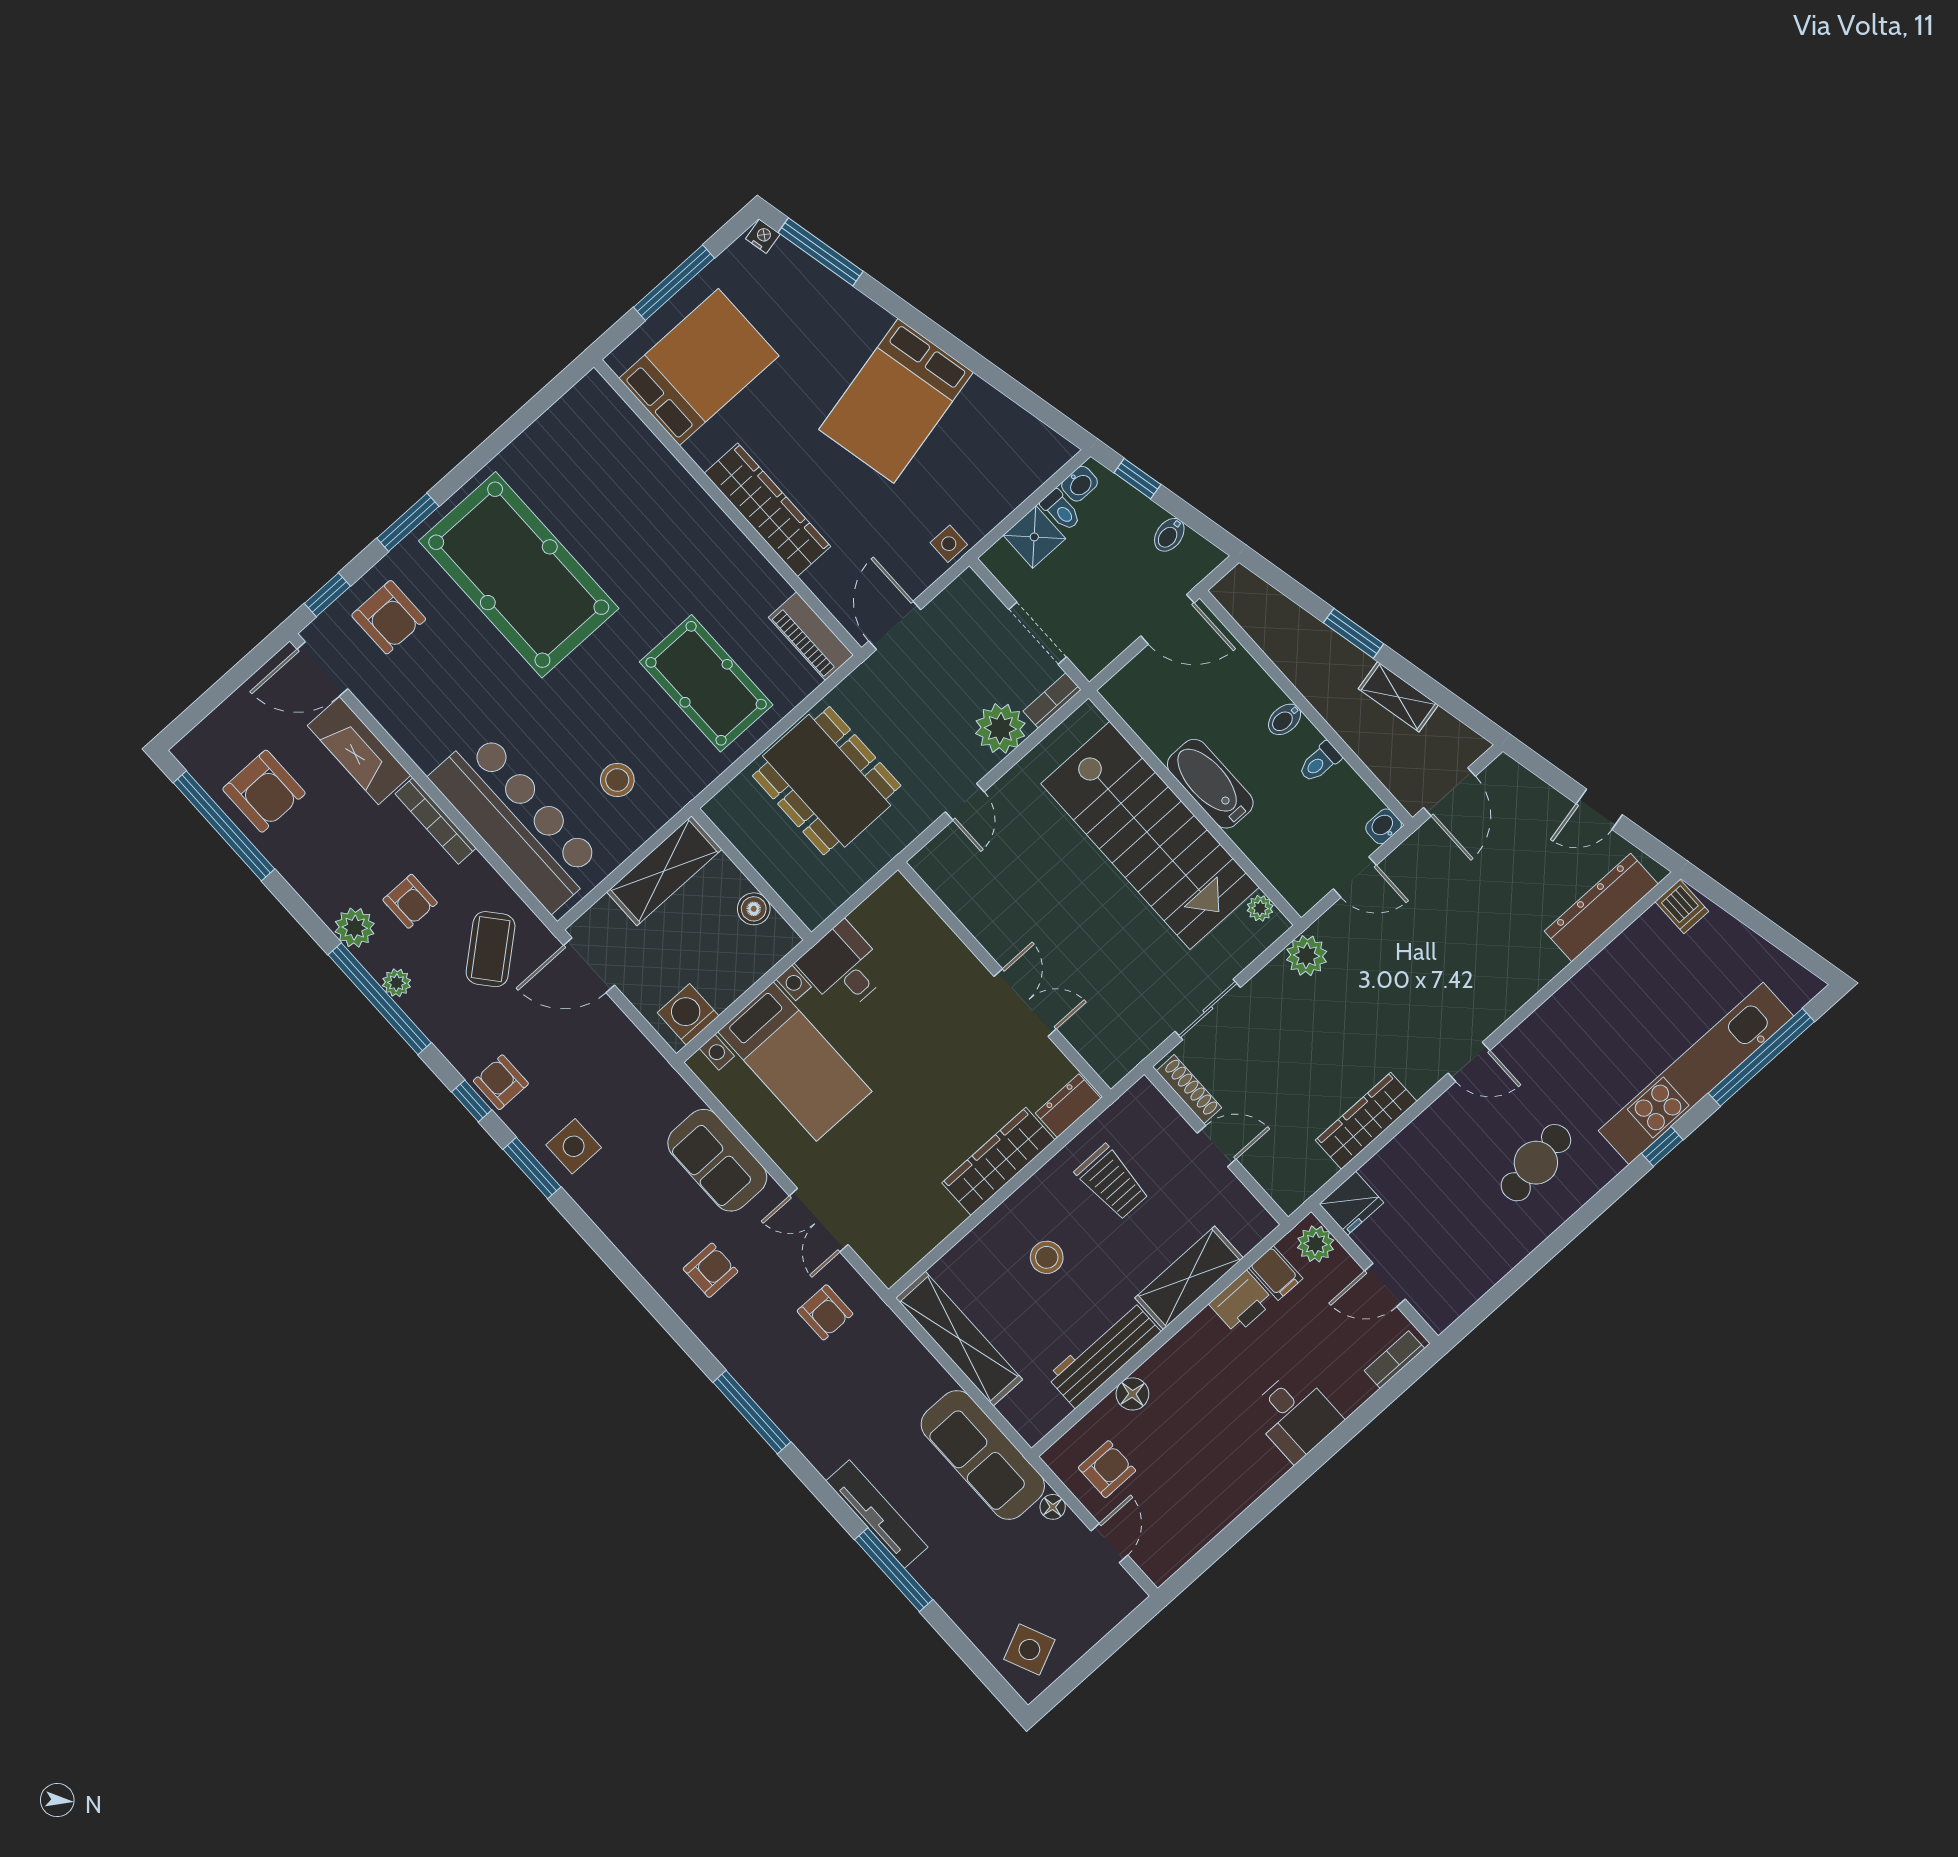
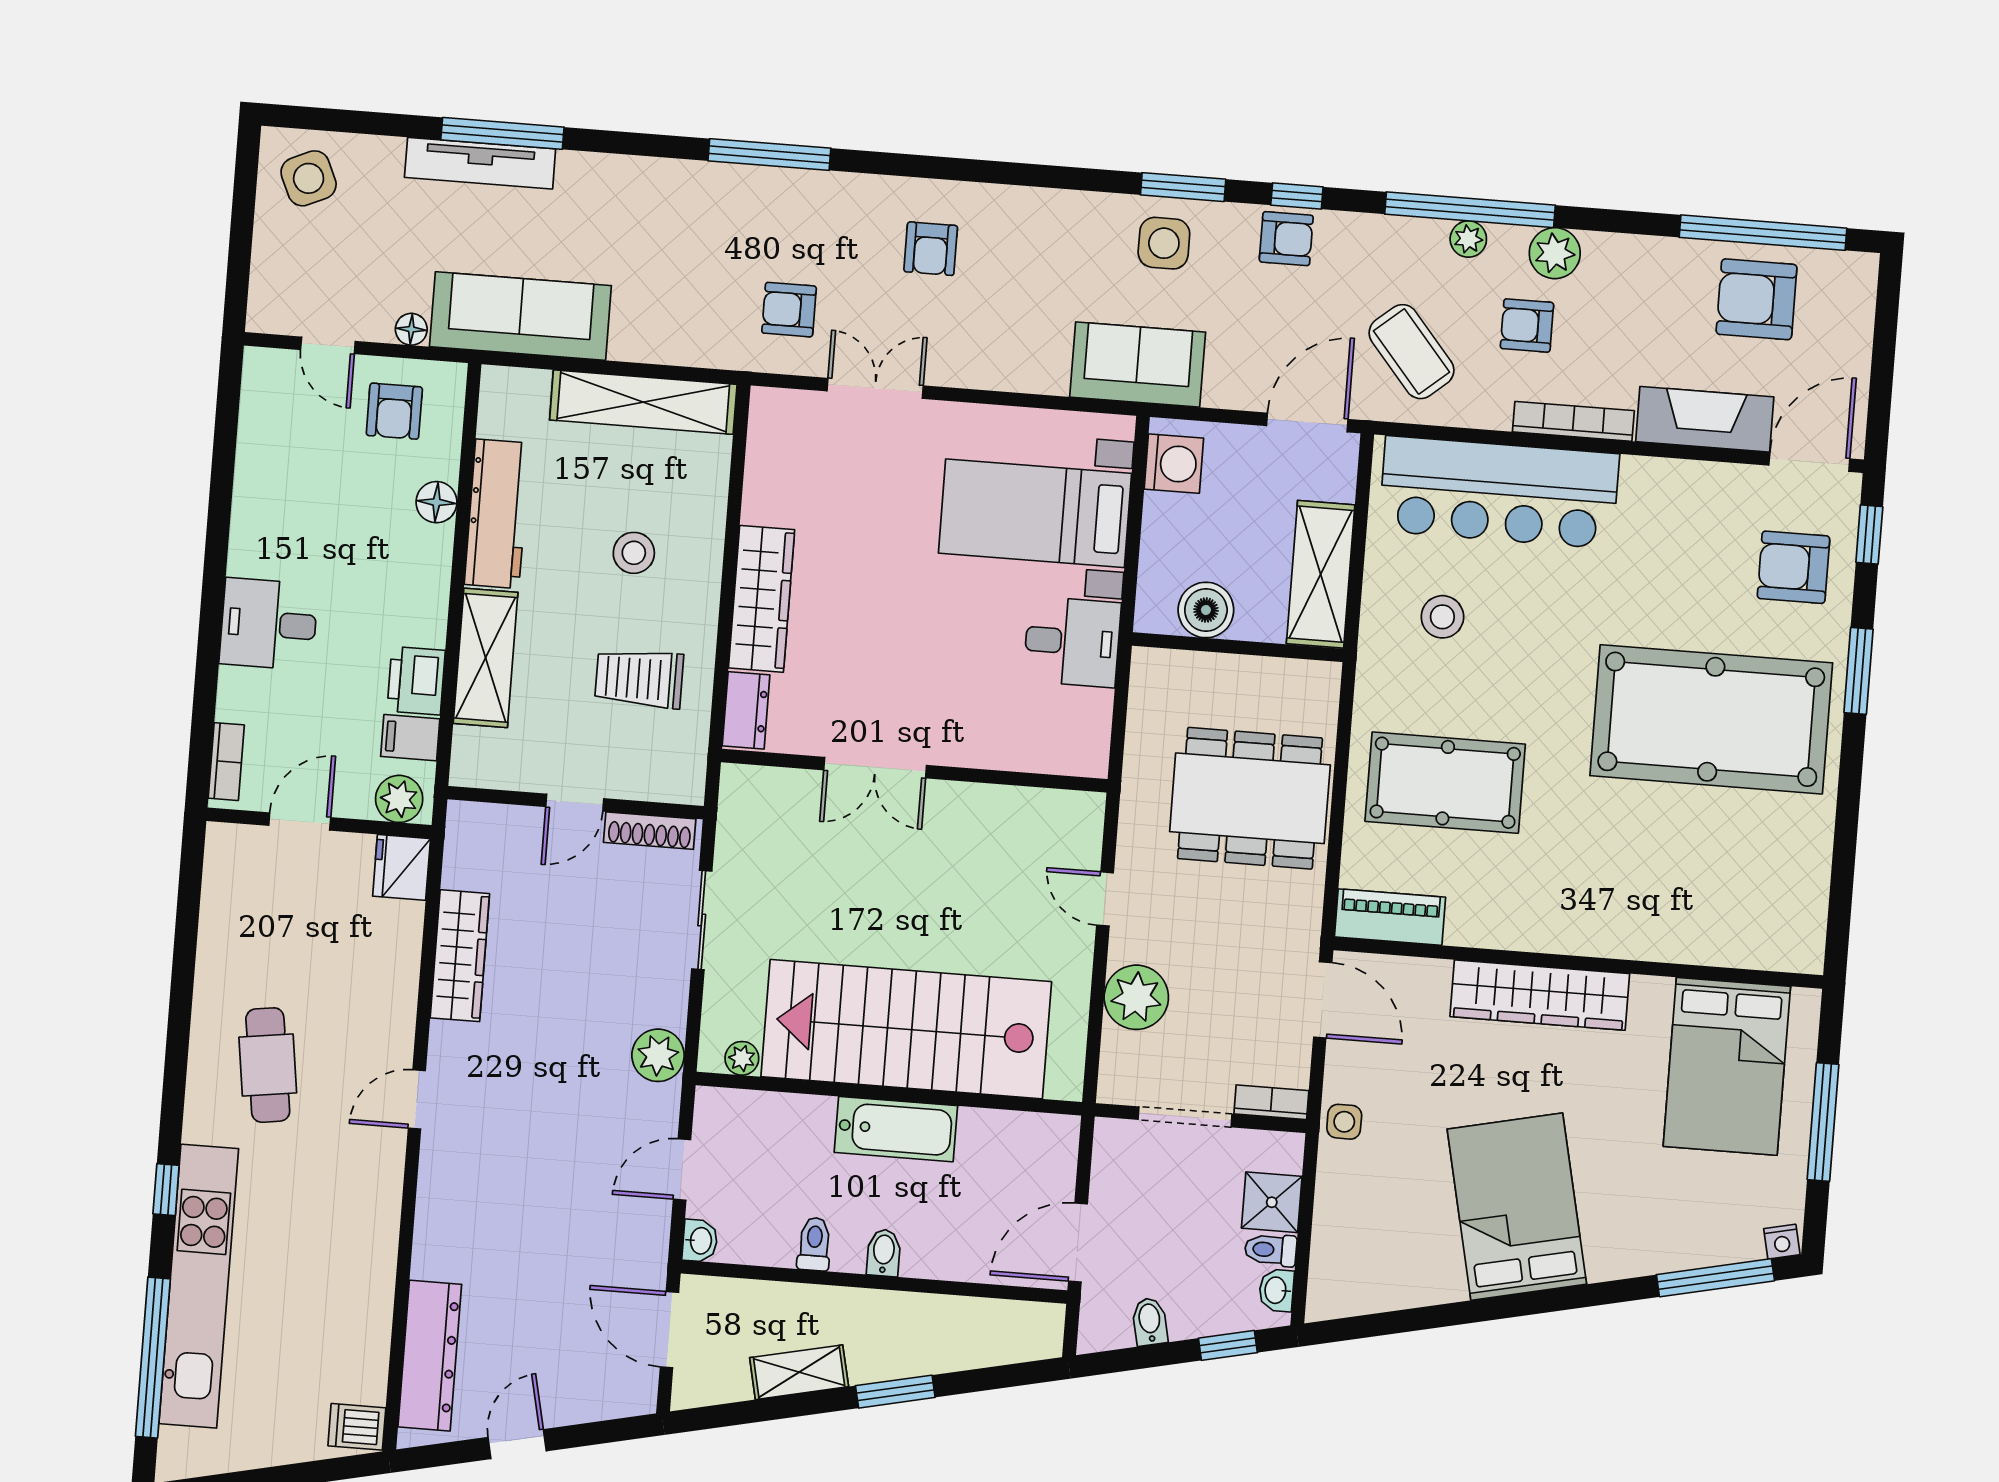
bookcase: (1052, 700) -> (1271, 1102), moved, turned -90
boiler: (754, 909) -> (1206, 610), width x1.36, depth x1.36
sofa: (717, 1160) -> (1138, 365), moved
tv unit: (877, 1514) -> (480, 163), moved

